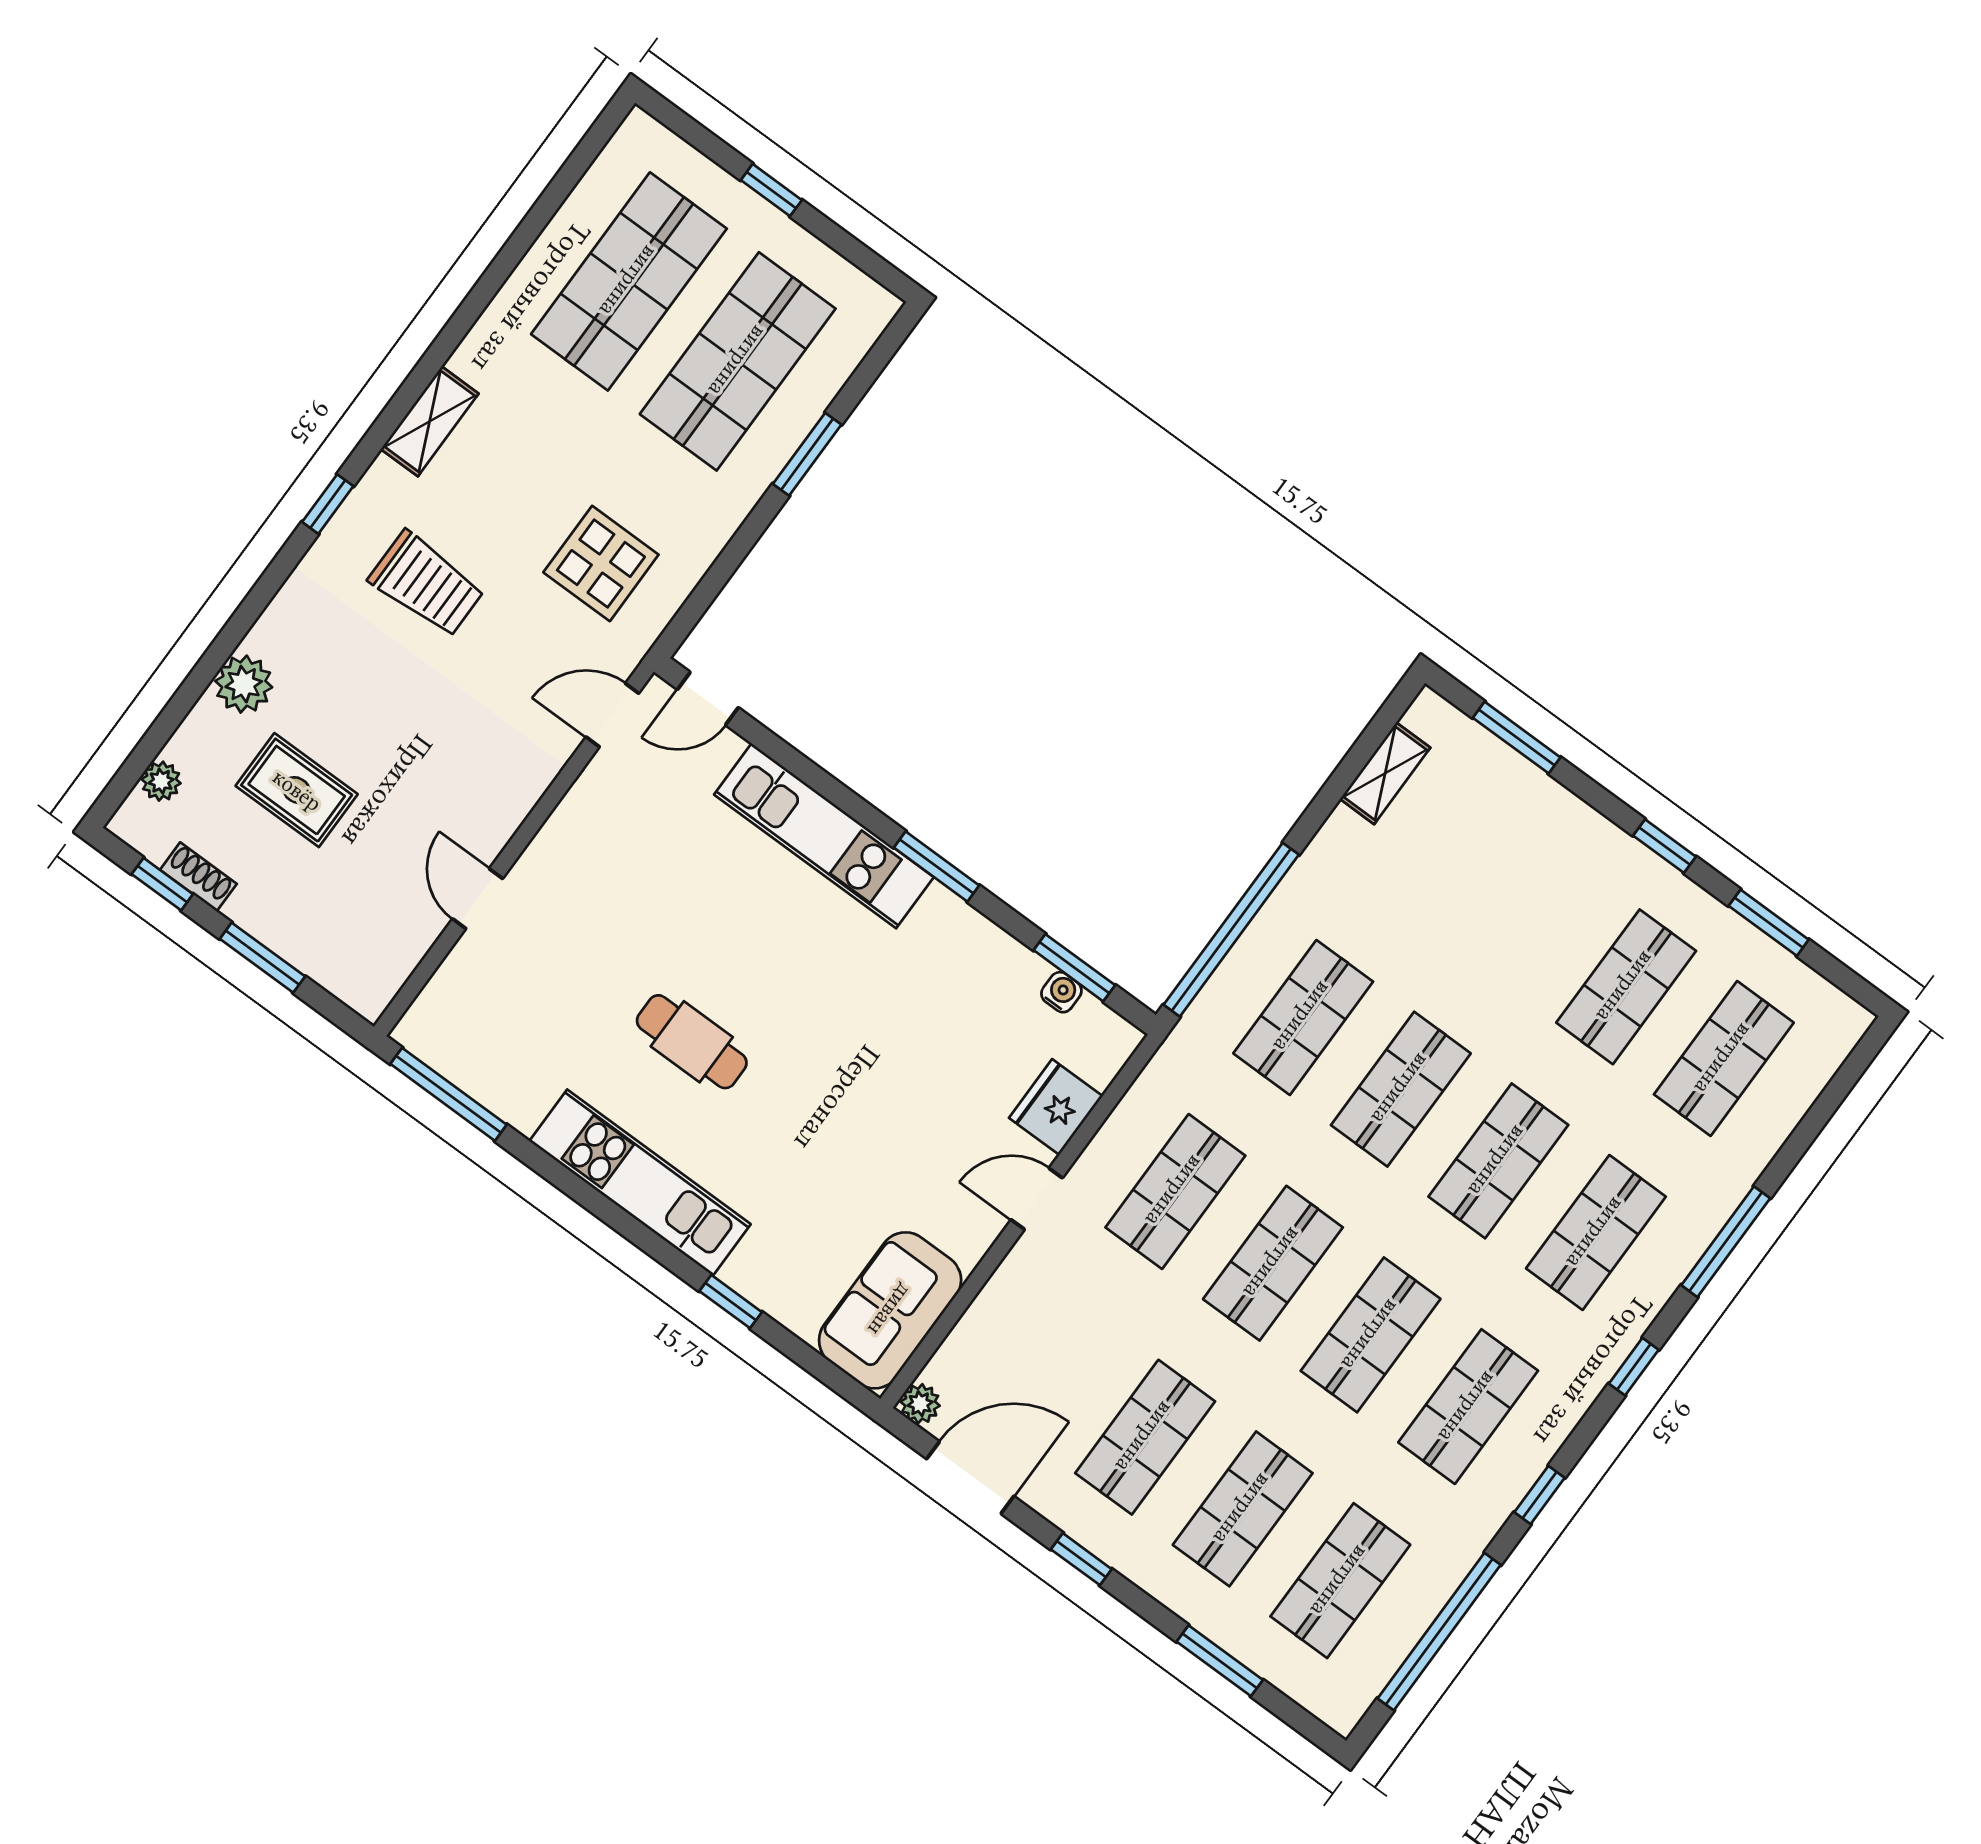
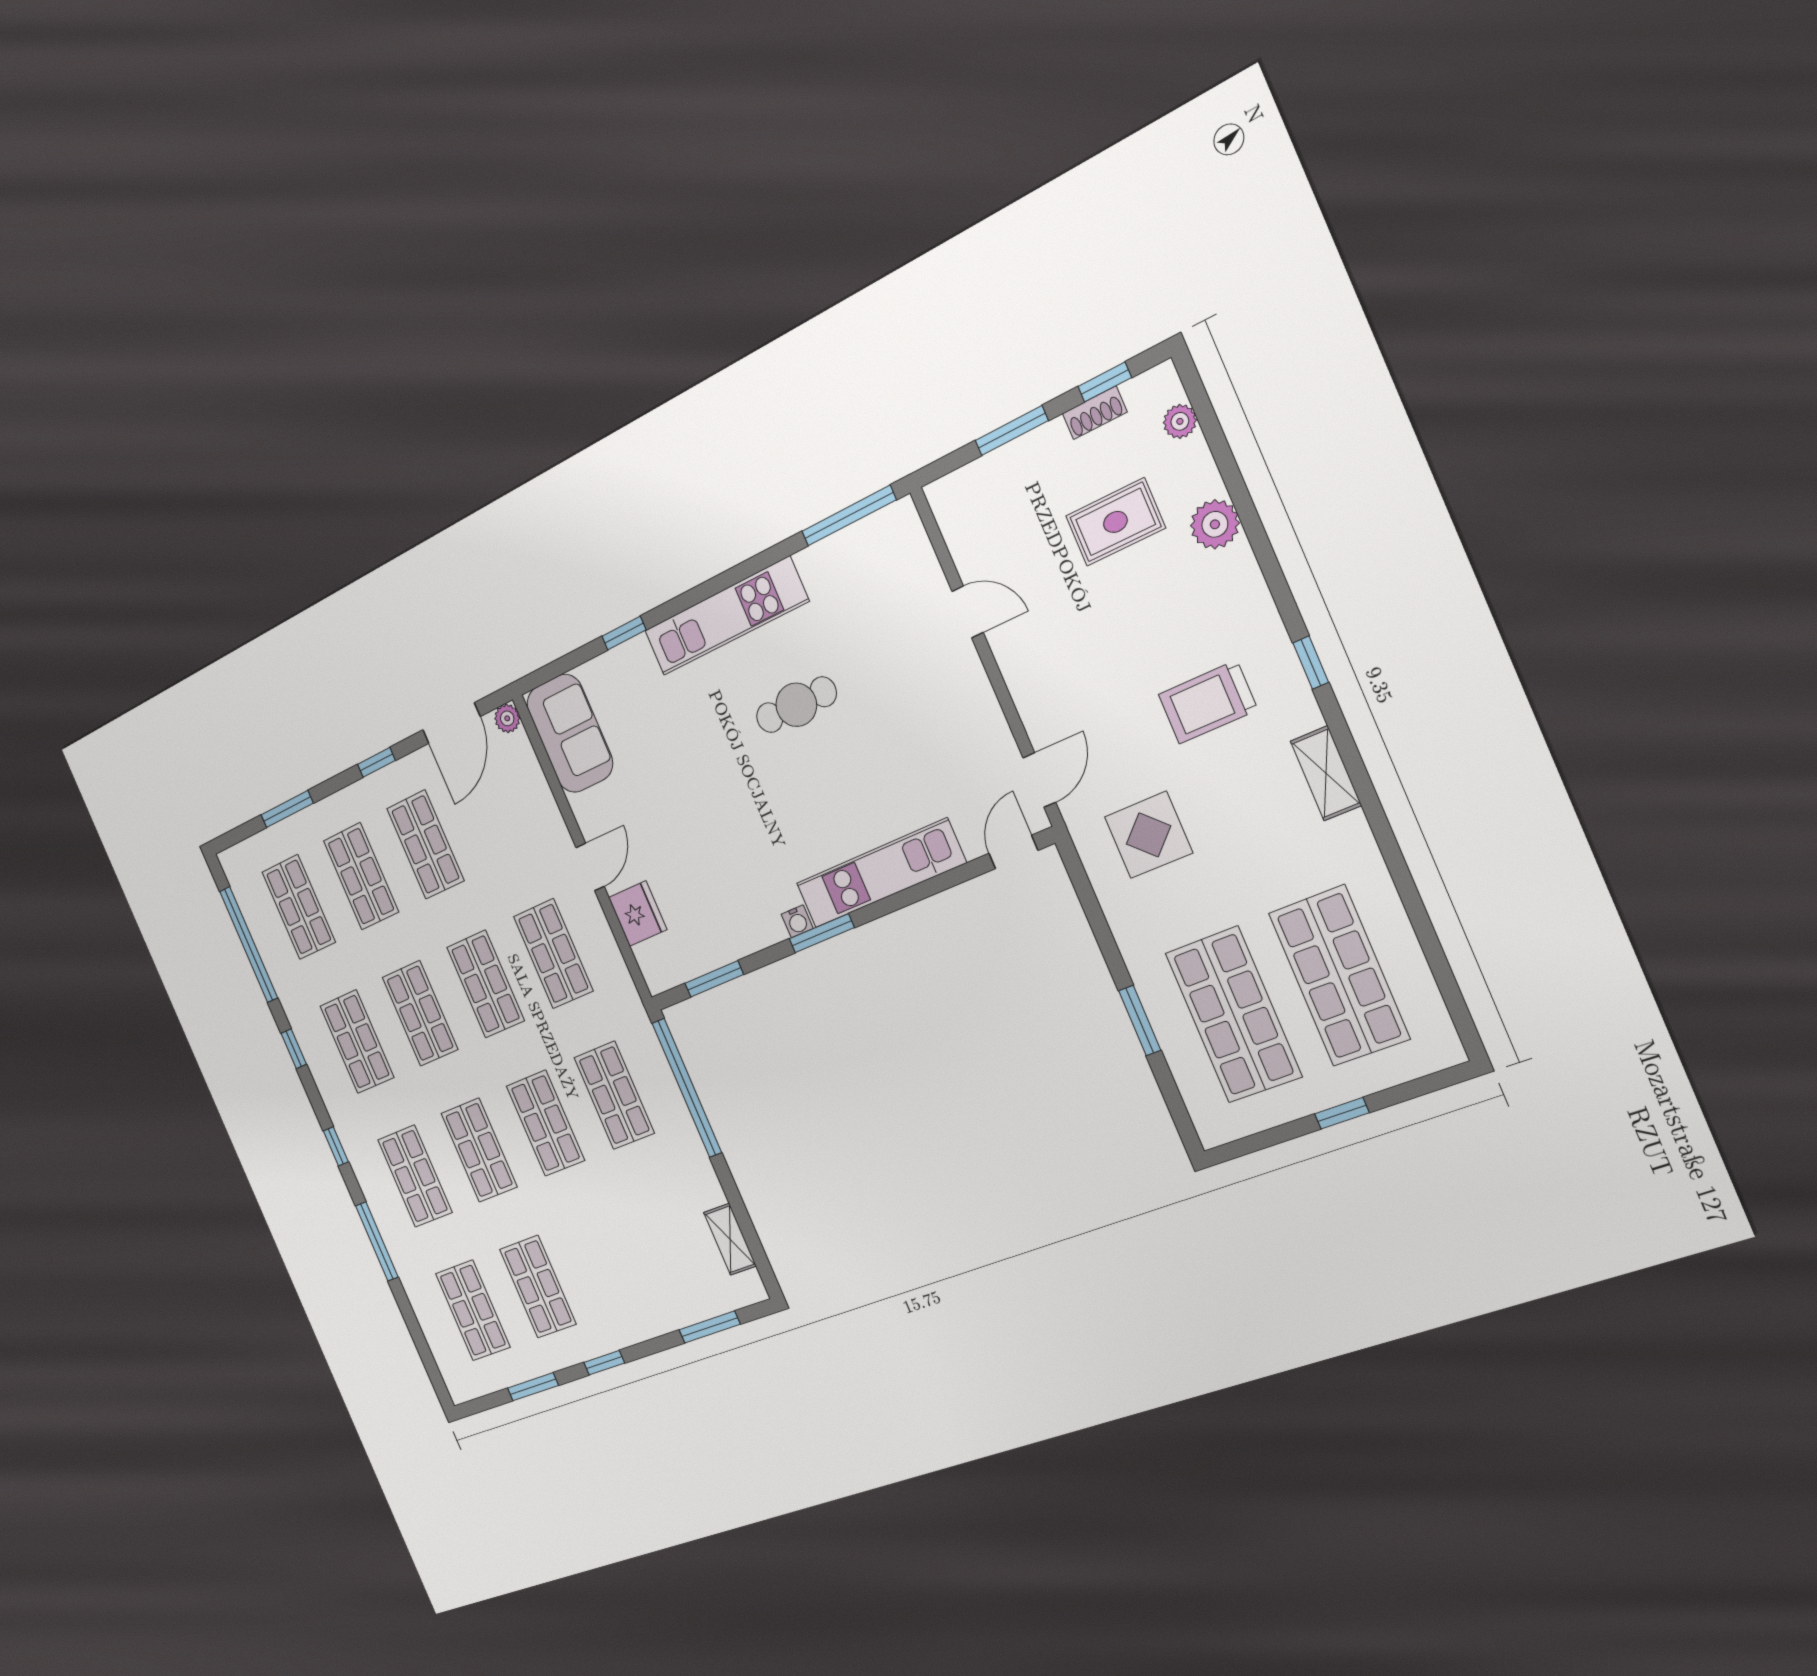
water cooler: (1061, 992) -> (797, 921), moved

